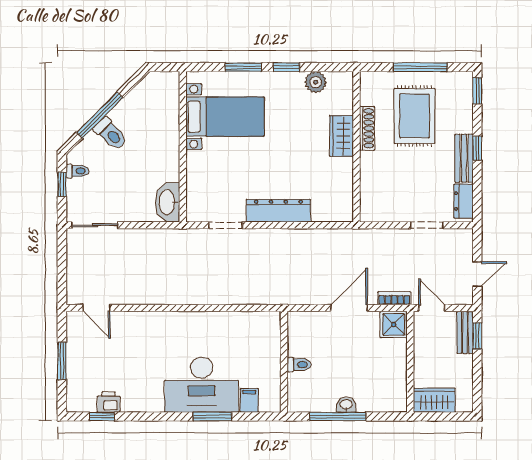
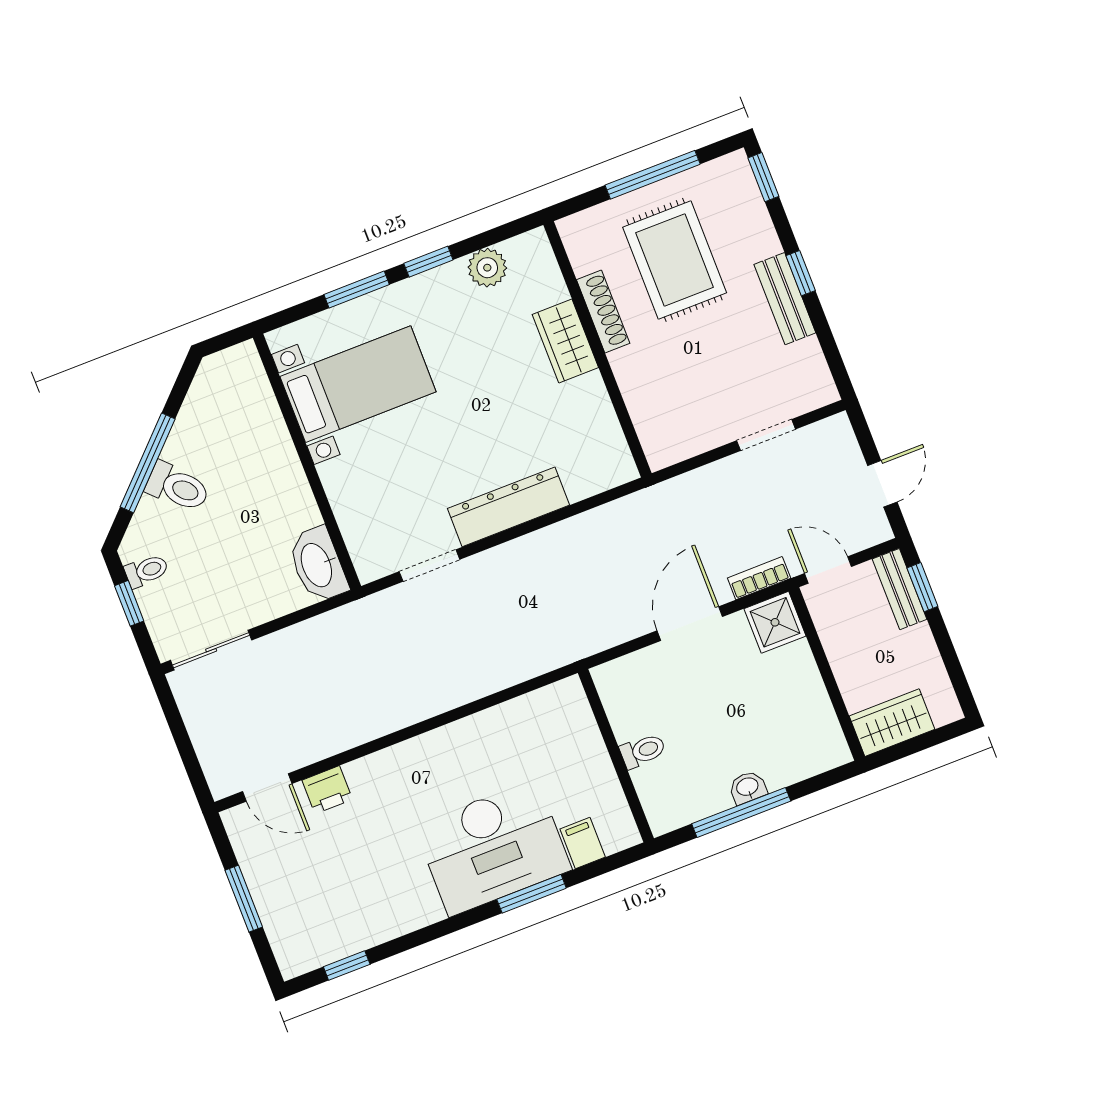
dresser: (464, 201) -> (812, 371), removed
printer: (108, 402) -> (327, 790), moved, turned 180

